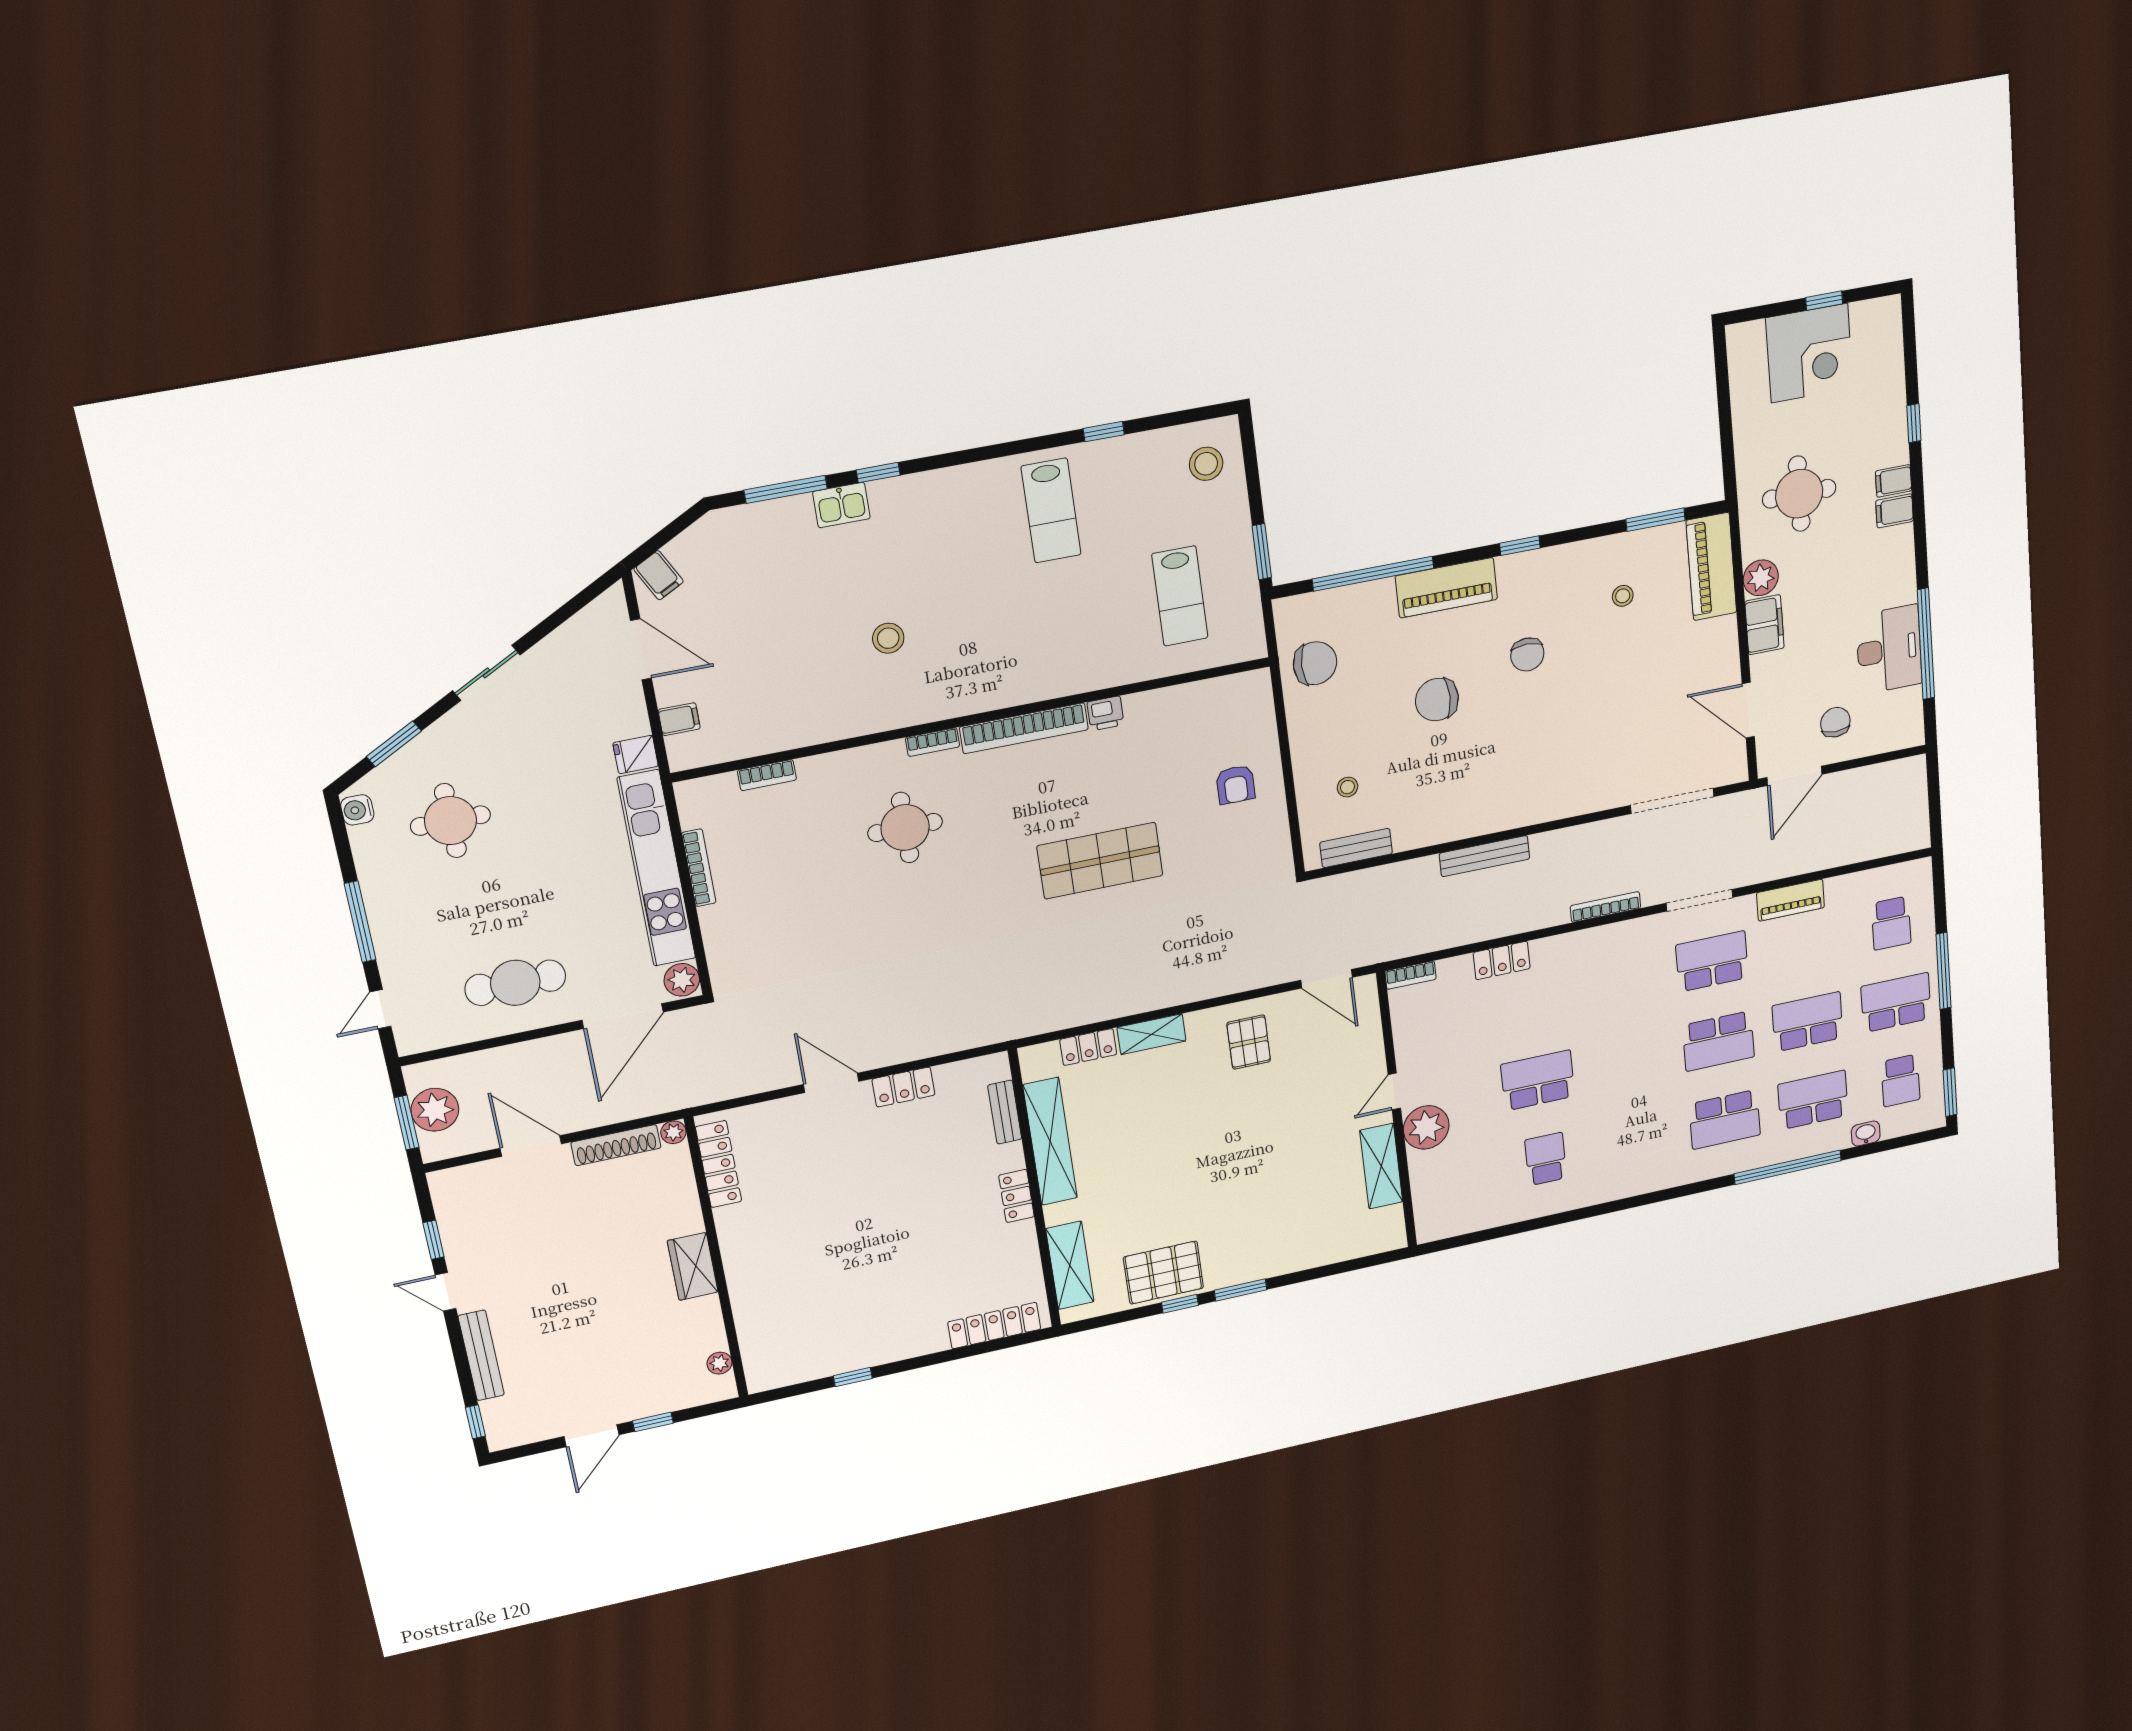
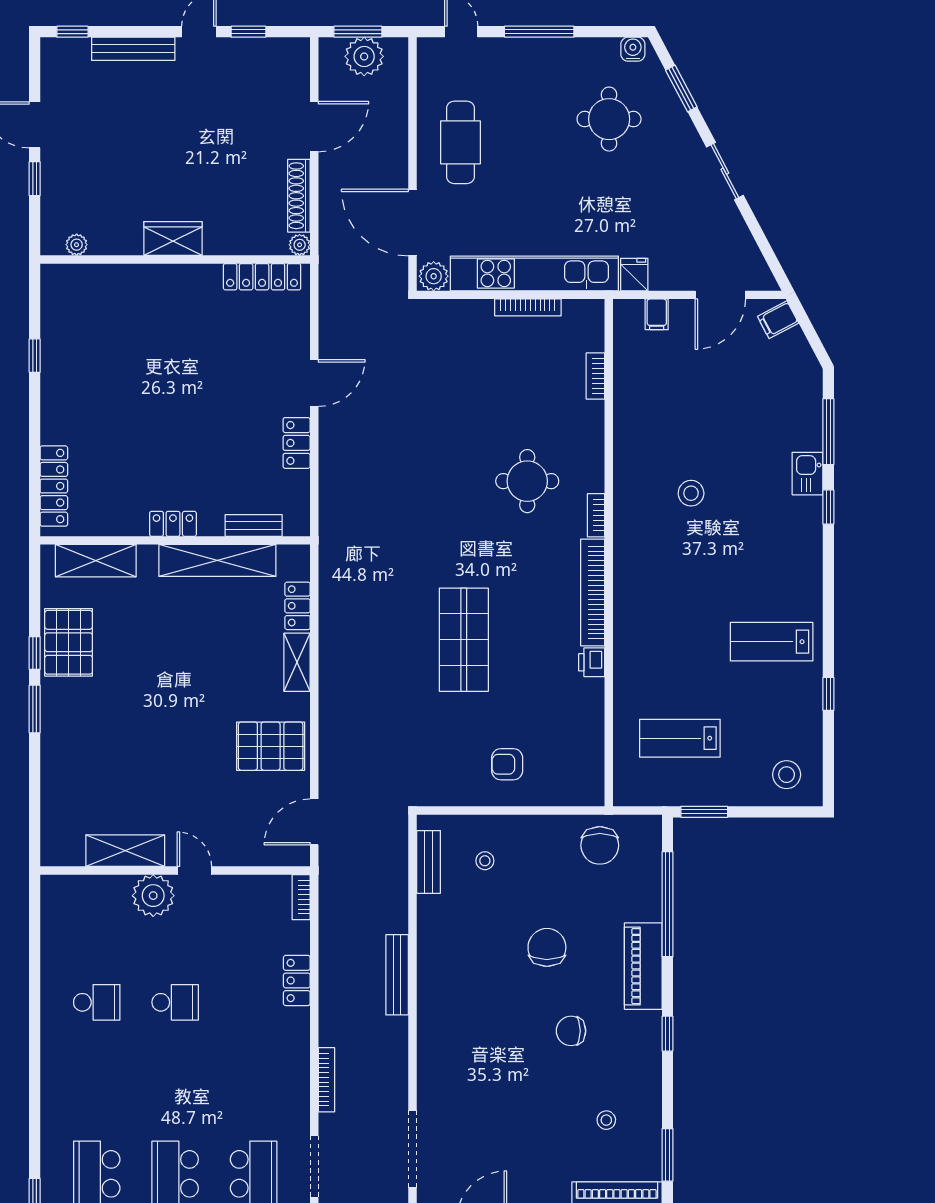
pallet: (1249, 1042) -> (271, 746), width x1.50, depth x1.42
school desk: (1538, 1080) -> (175, 1002), width x0.54

